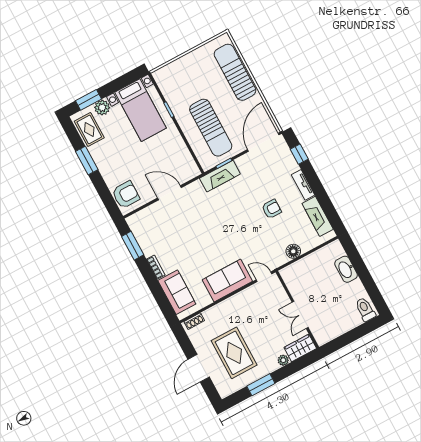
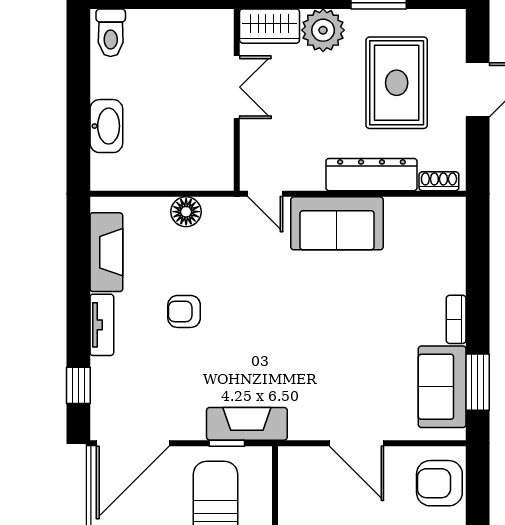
sofa: (177, 292) -> (442, 387), moved
dresser: (224, 309) -> (371, 175), added
plant: (283, 360) -> (323, 30), width x1.88, depth x1.88

